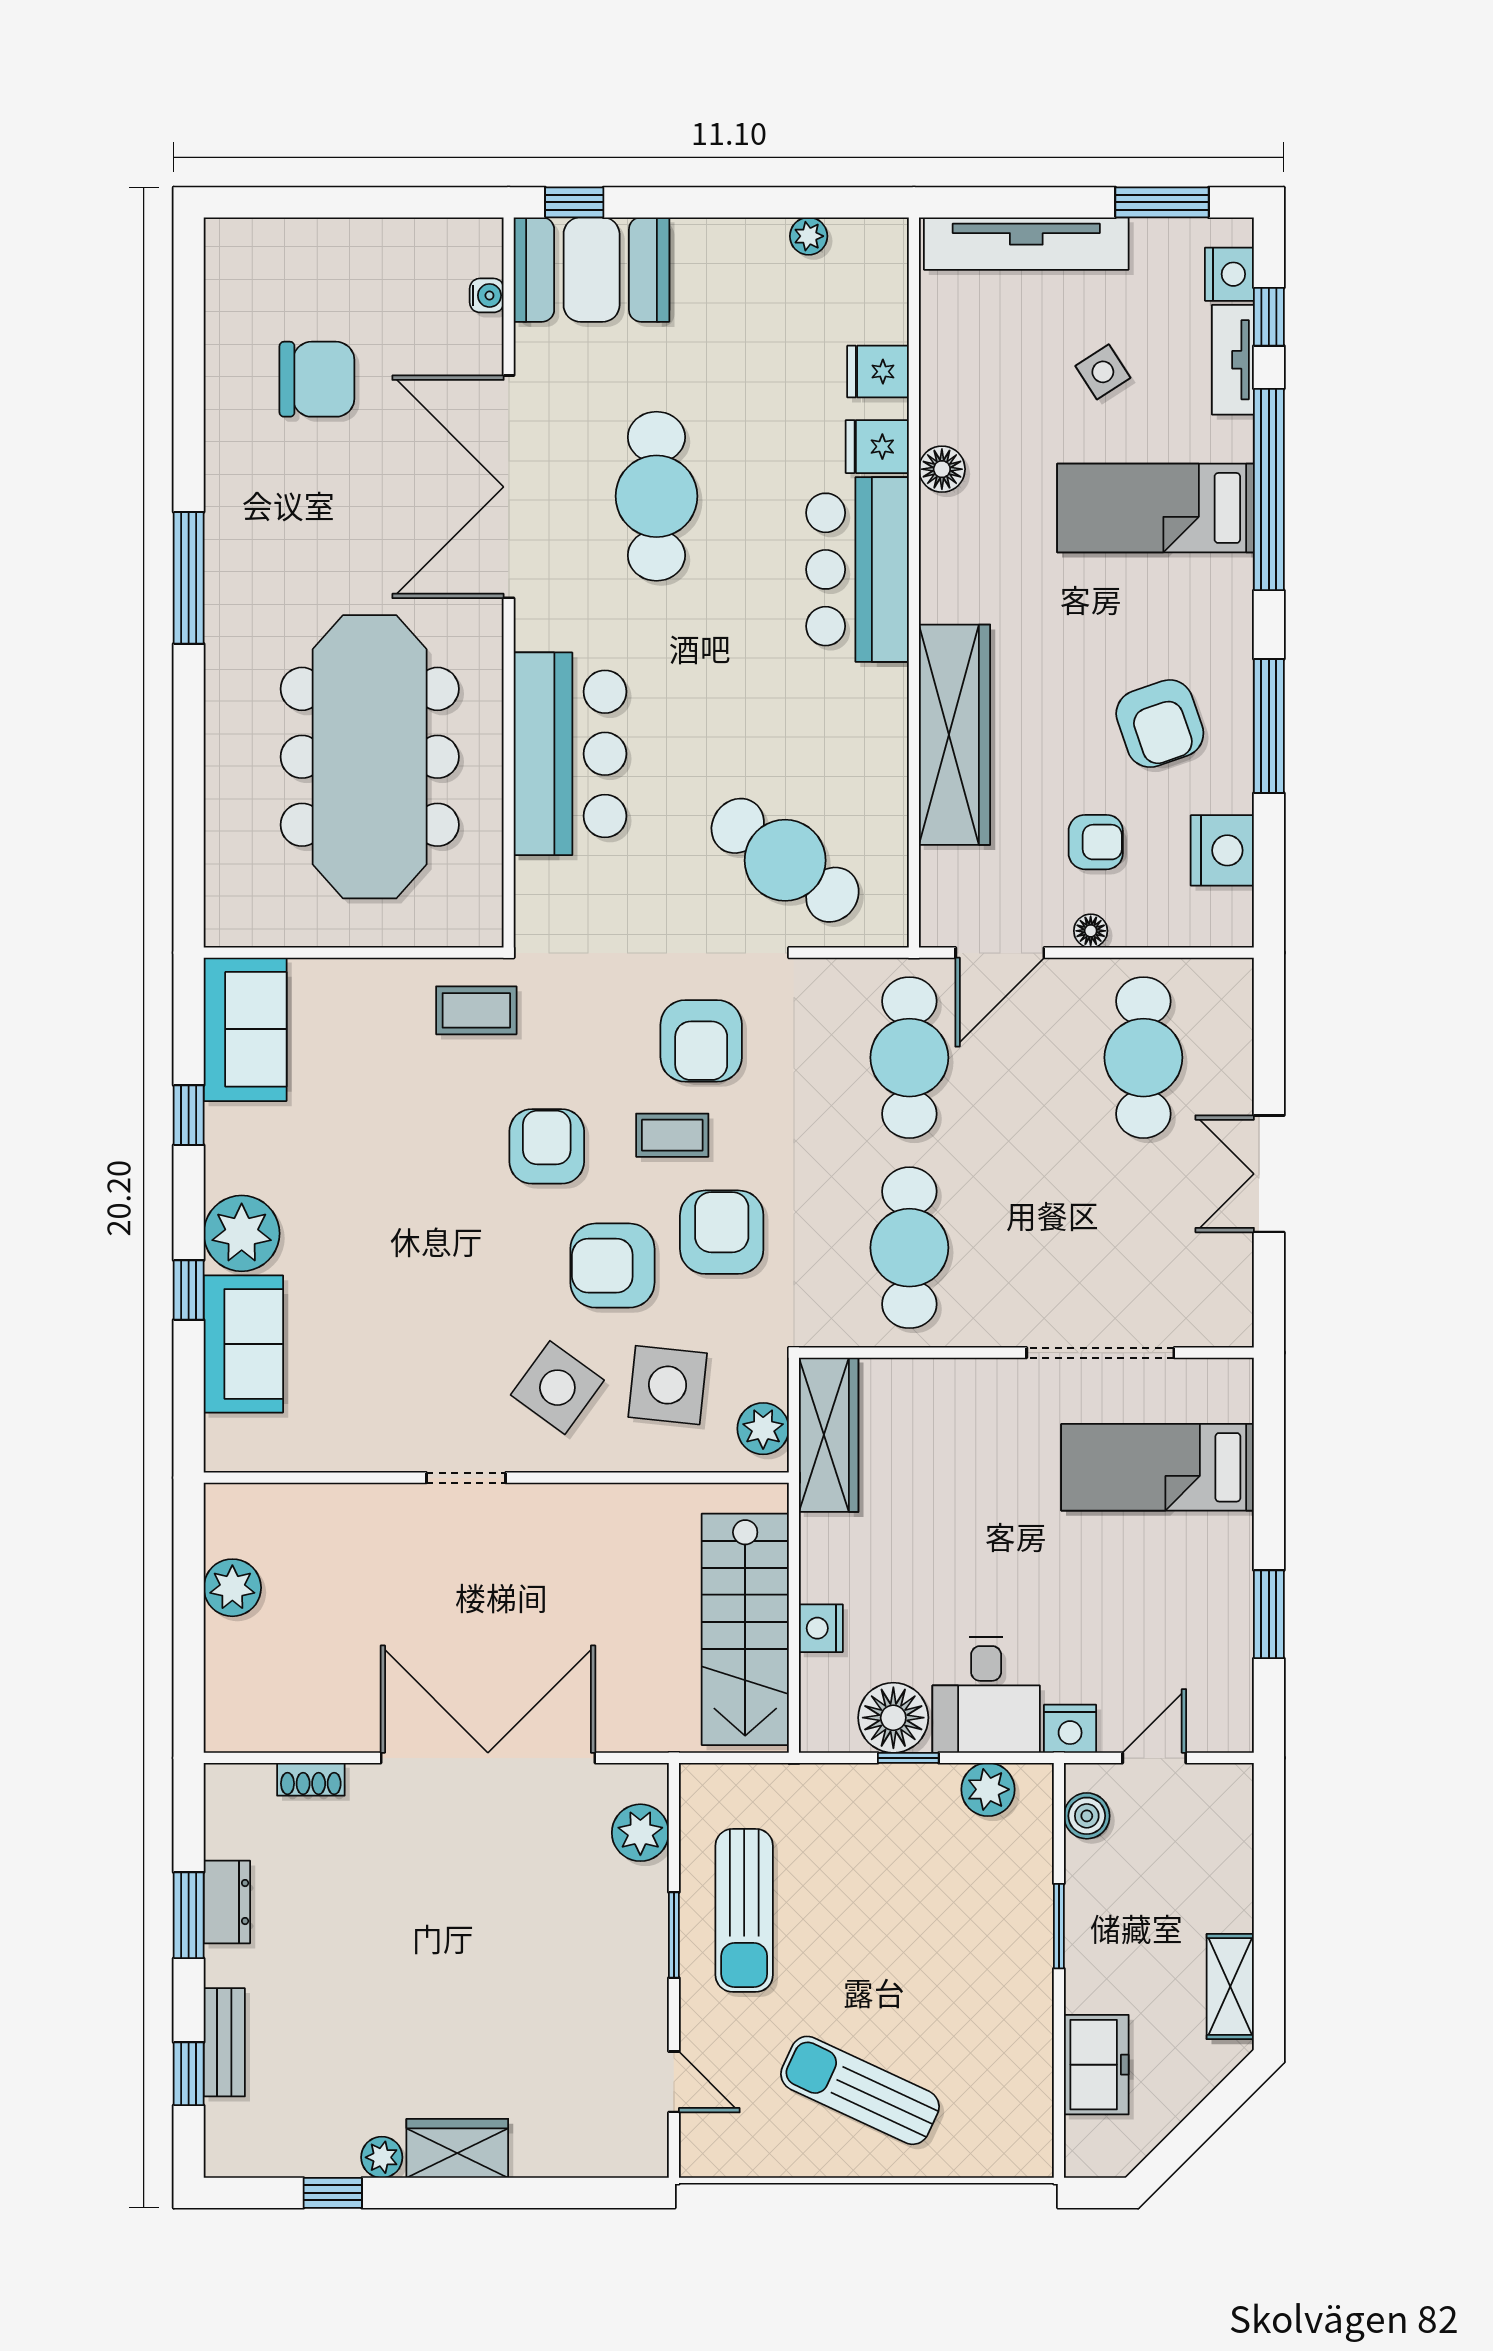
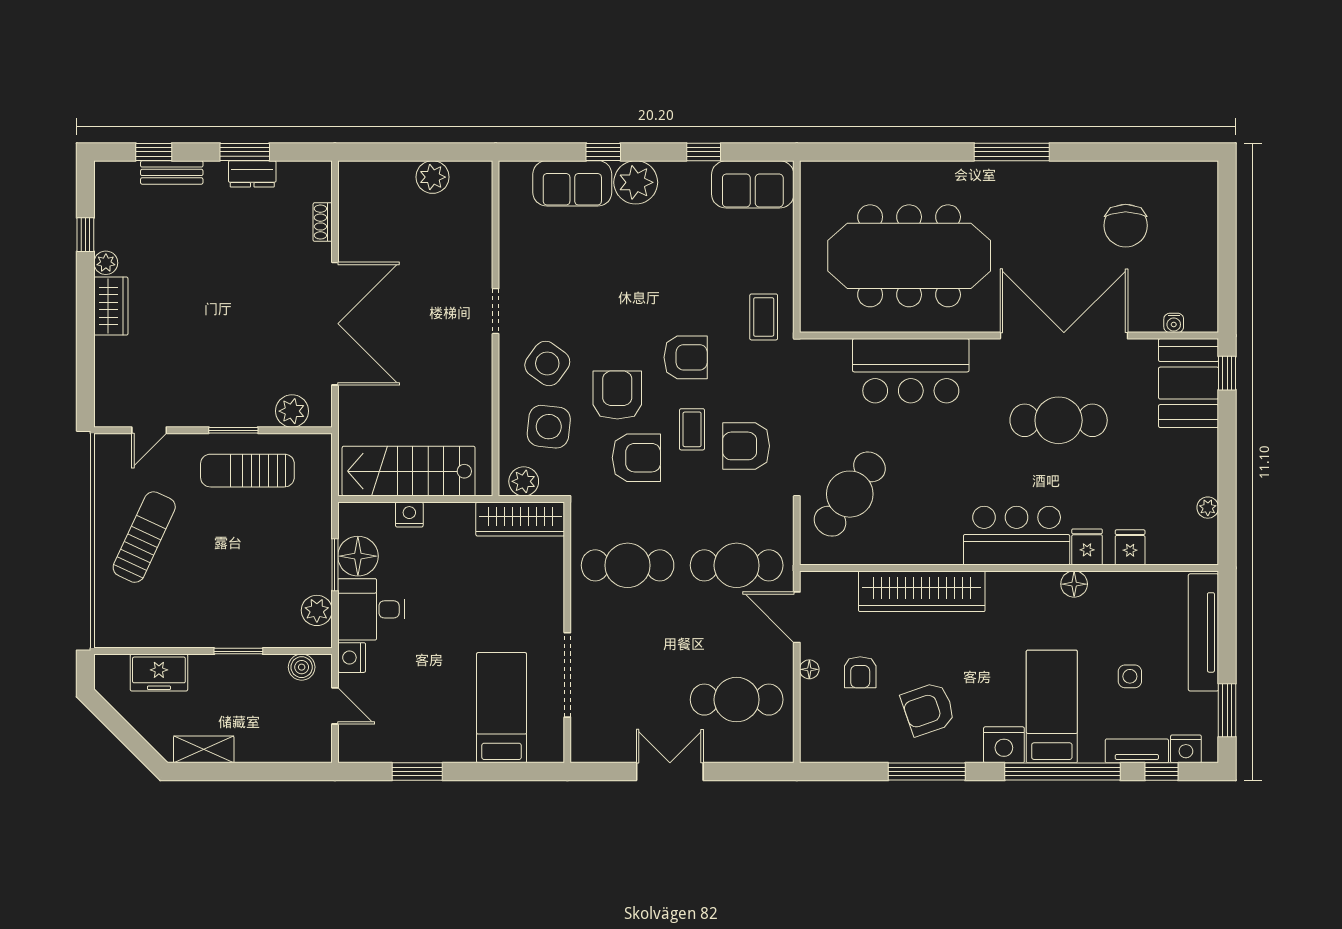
side table: (1103, 372) -> (1130, 676), turned 33
nightstand: (1222, 850) -> (1004, 745), moved
window: (908, 1758) -> (335, 565), width x1.50

